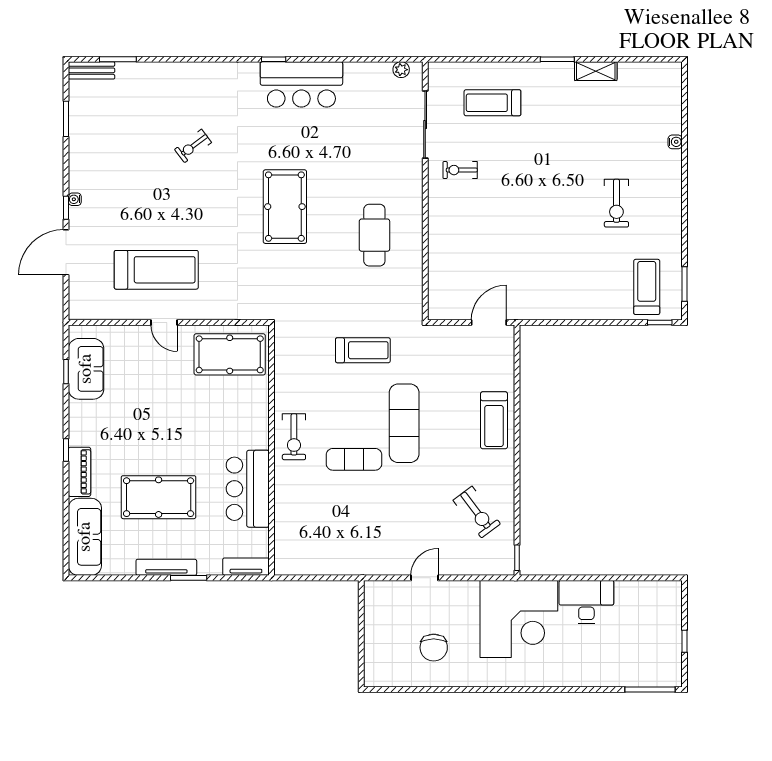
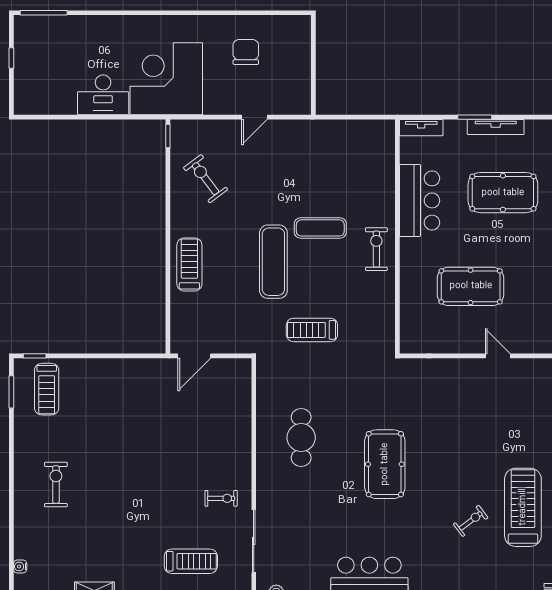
water cooler: (675, 142) -> (20, 566), moved
exercise bike: (616, 203) -> (56, 485), moved
treadmill: (156, 270) -> (523, 507), moved, turned 90
pool table: (230, 354) -> (471, 286), moved

